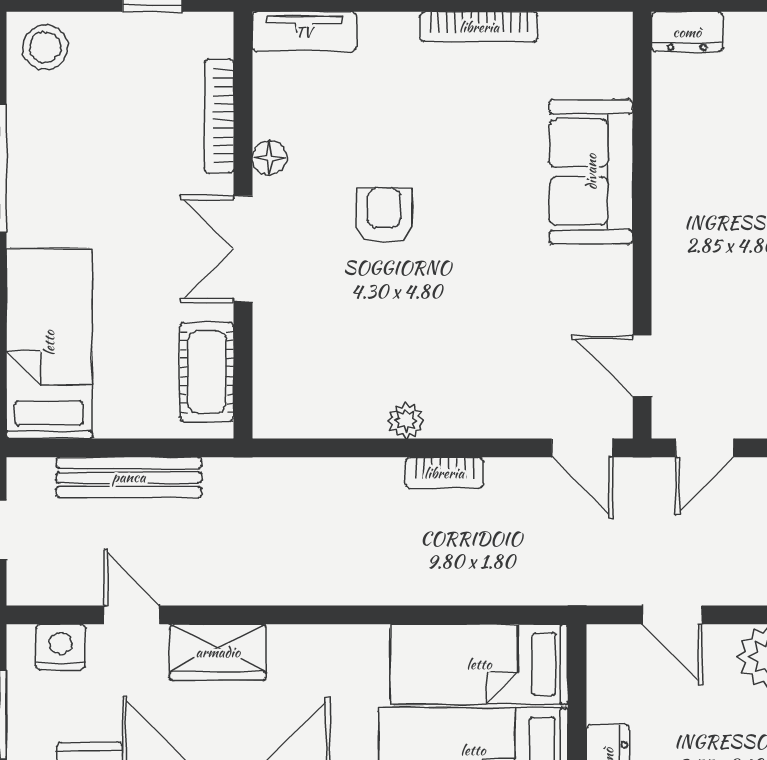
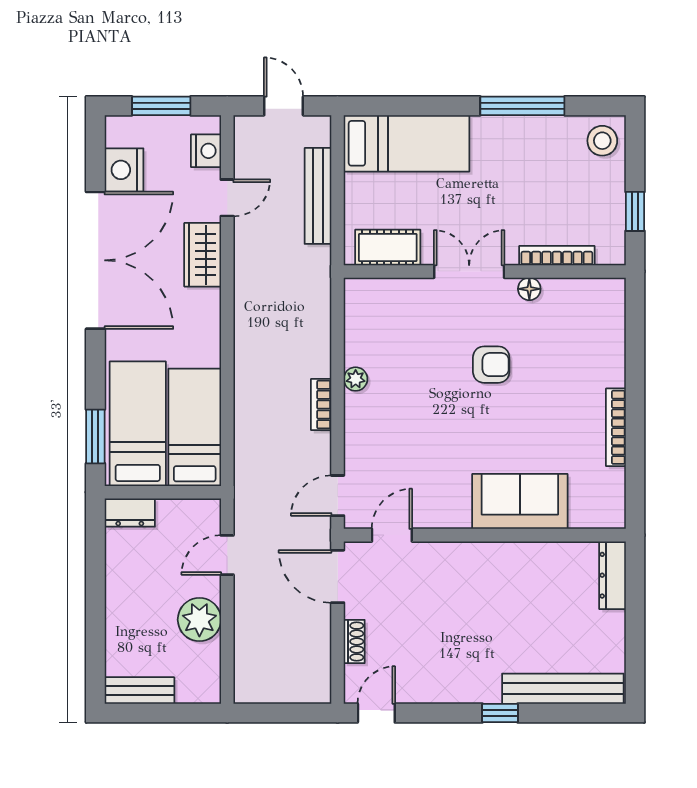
tv unit: (304, 32) -> (613, 312), removed
dresser: (687, 32) -> (613, 575), width x1.44
door: (705, 448) -> (338, 576), width x1.38

